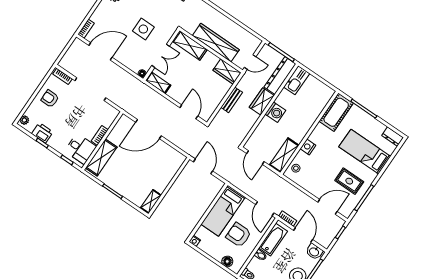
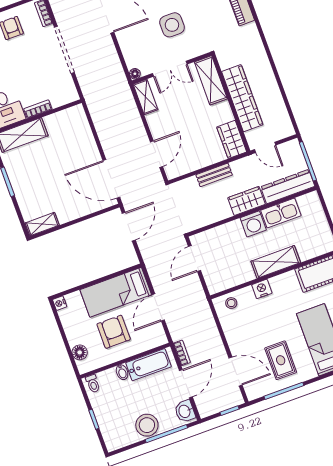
kitchen sink: (297, 80) -> (281, 213), moved
door: (148, 129) -> (111, 179), moved
shelving: (284, 155) -> (276, 262), moved
door: (265, 209) -> (158, 307), moved

